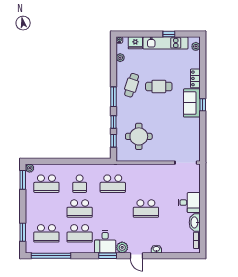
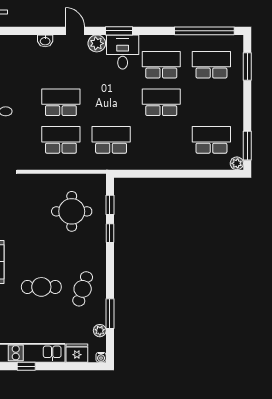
window: (113, 97) -> (110, 314), moved
school desk: (80, 184) -> (61, 140), moved, width x1.85

